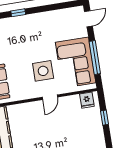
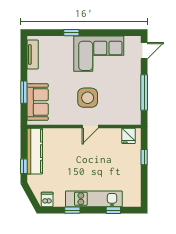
corner sofa: (76, 63) -> (99, 54), moved, turned -90

